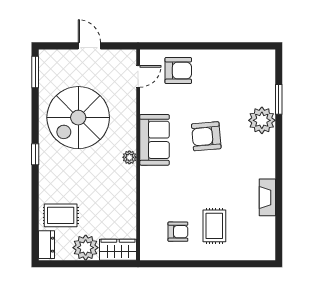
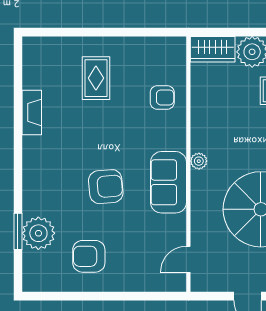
armchair: (178, 71) -> (89, 256), moved
plant: (262, 120) -> (38, 233), moved
armchair: (178, 232) -> (162, 97), moved, turned 180

